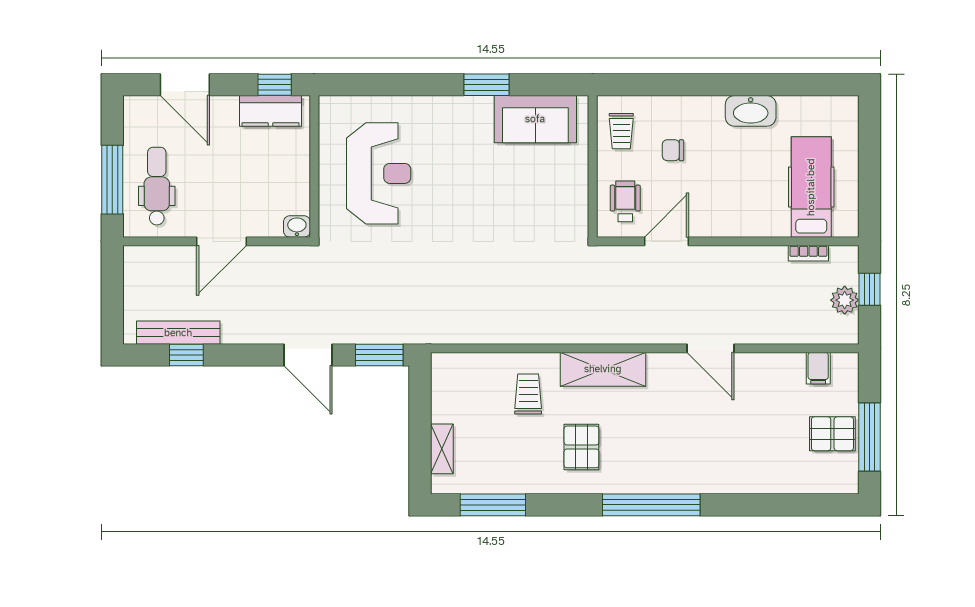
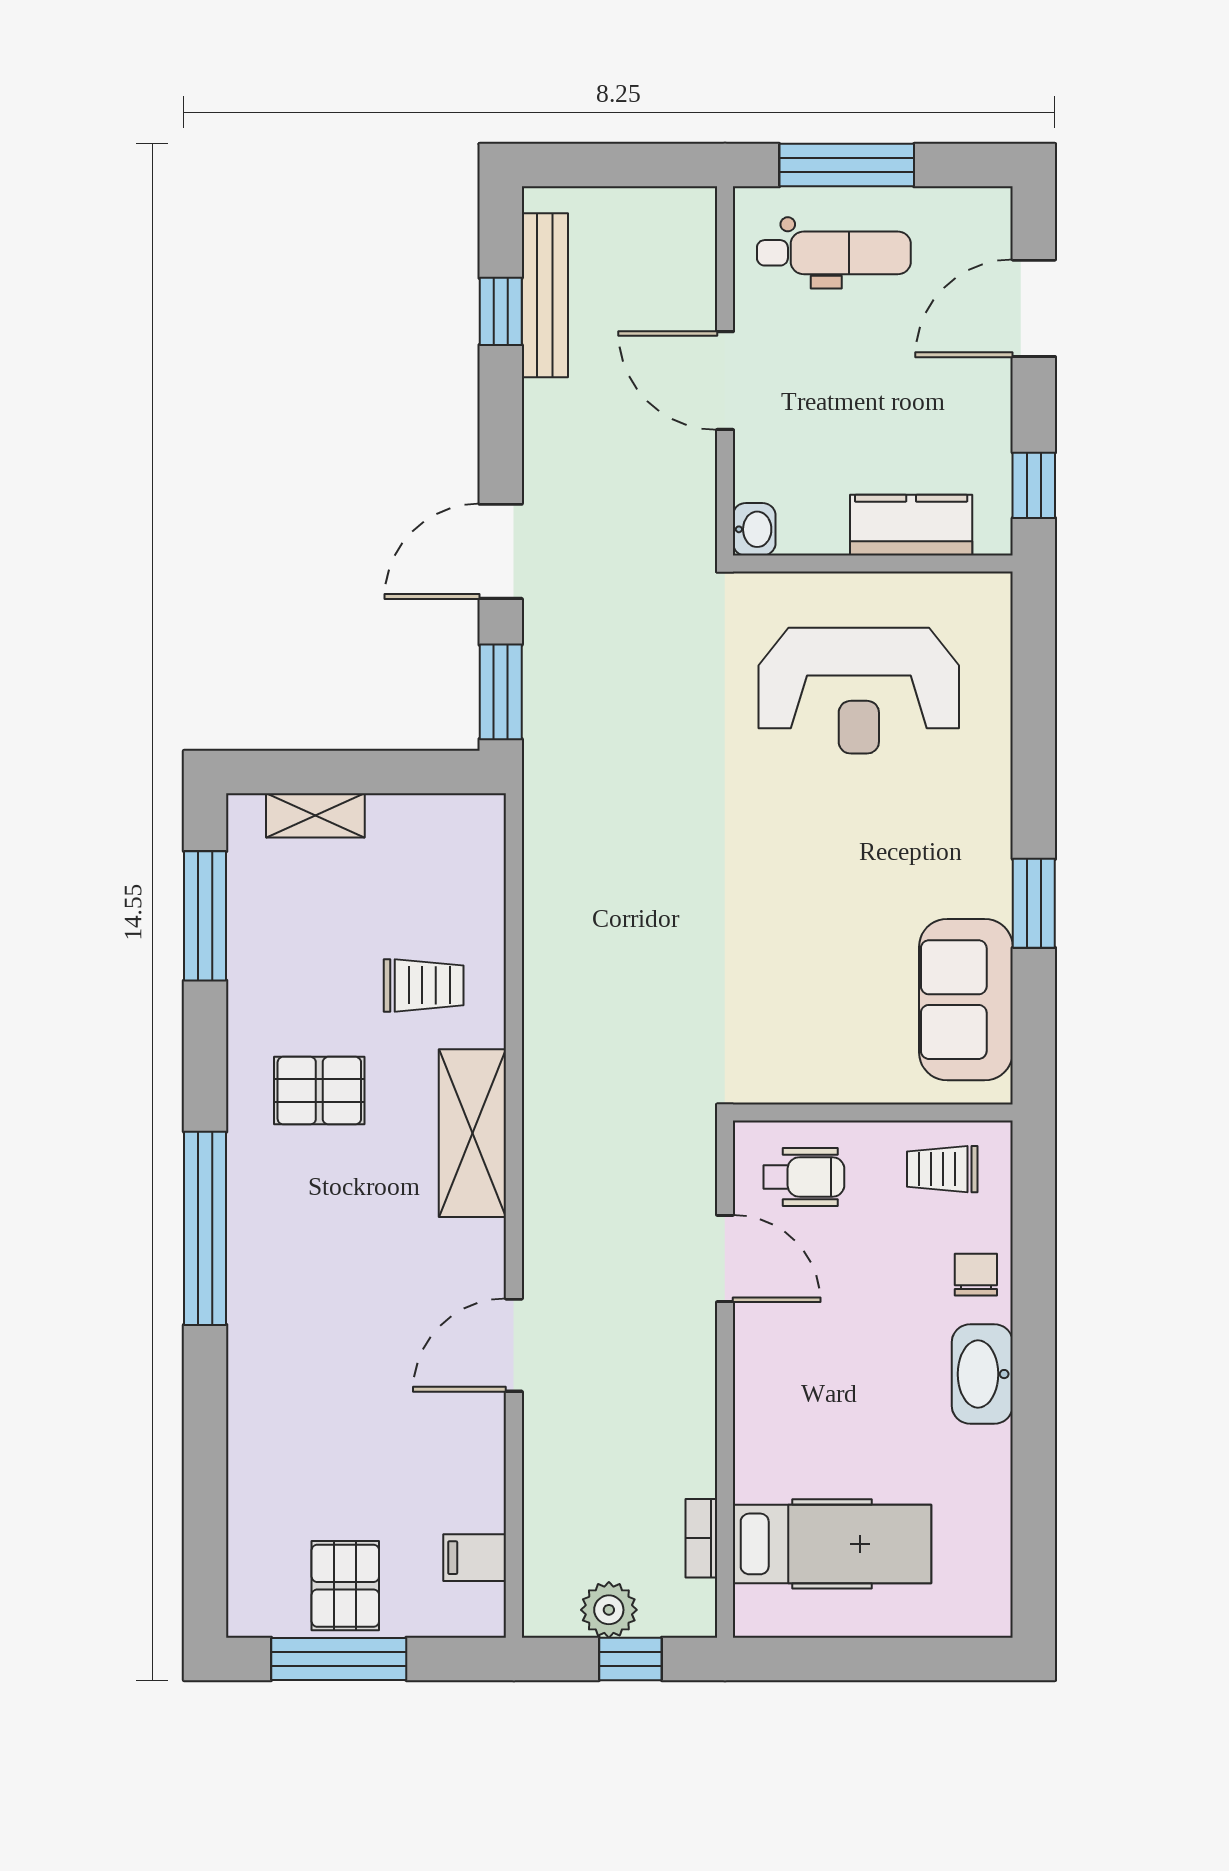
kitchen counter: (270, 111) -> (911, 525), moved, turned 90
washbasin: (751, 111) -> (982, 1374), moved
chair: (673, 150) -> (976, 1275), moved

